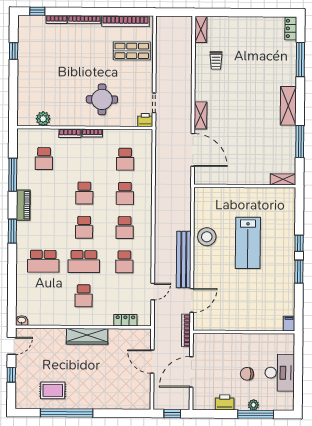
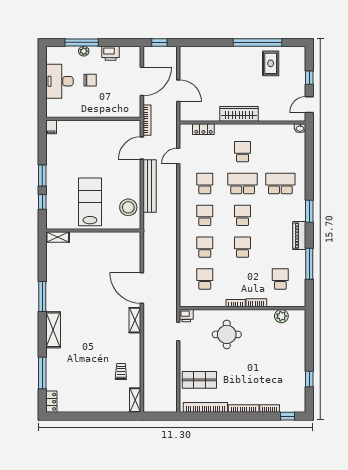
shelving: (283, 179) -> (58, 237), moved
wall: (245, 186) -> (93, 230), moved
rug: (53, 390) -> (271, 63), turned 90

